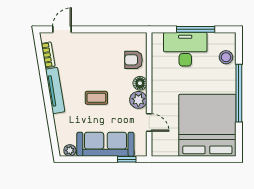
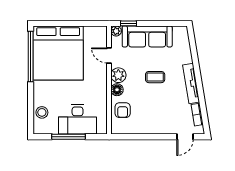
armchair: (134, 60) -> (123, 110), turned 90
window: (239, 93) -> (31, 56), moved
plant: (70, 150) -> (116, 31), moved

